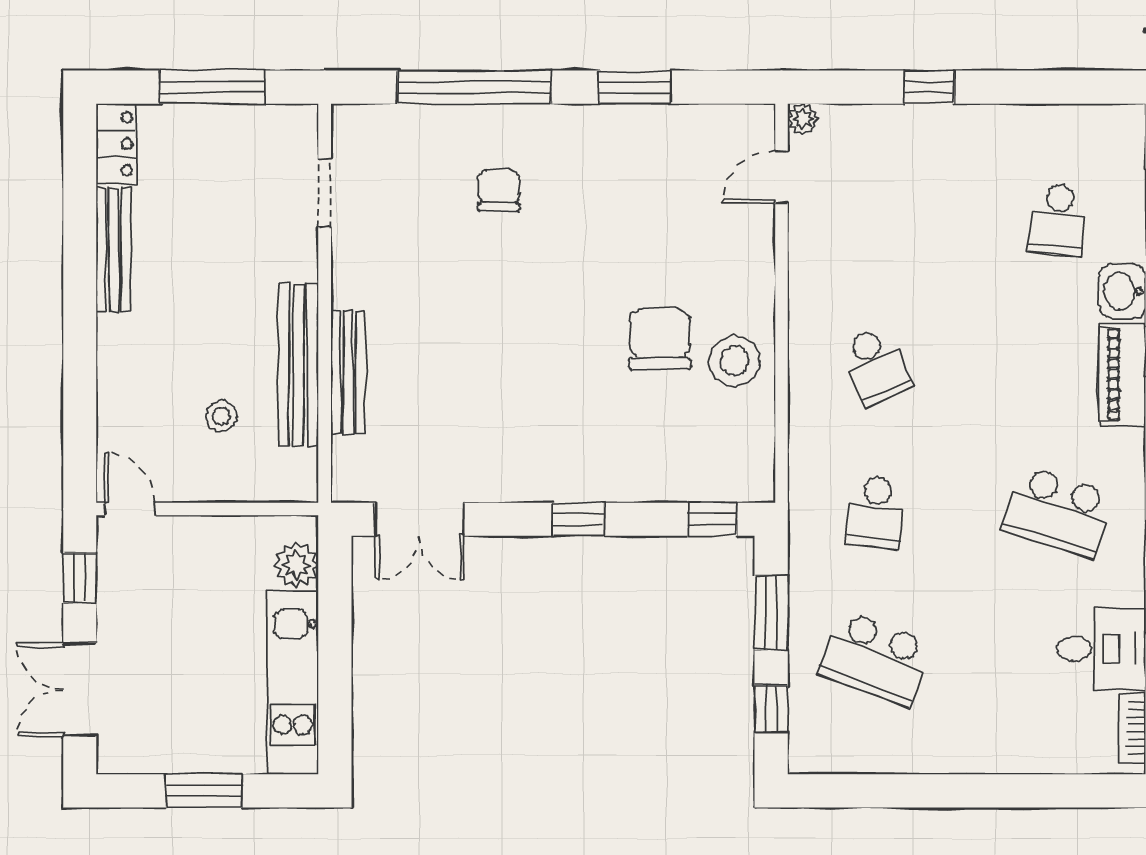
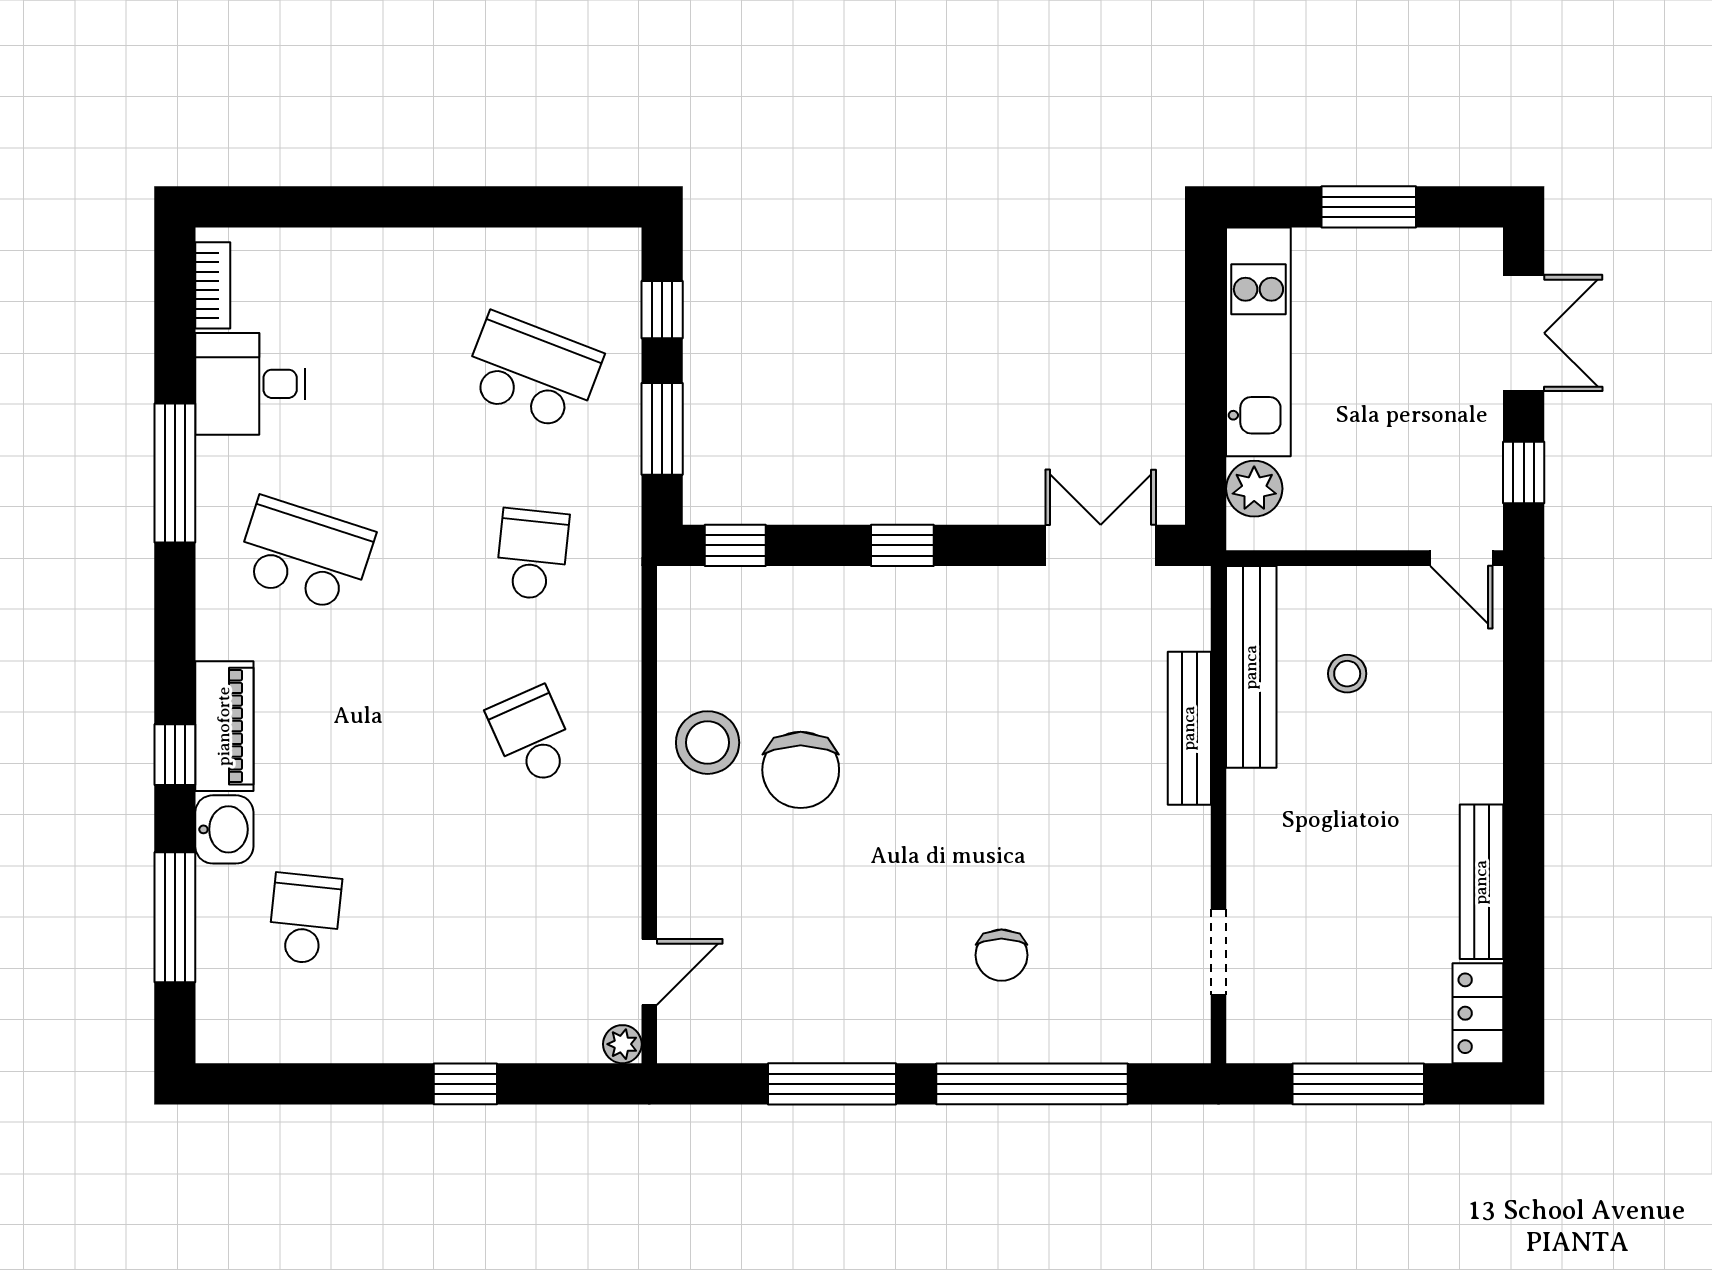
window: (635, 87) -> (832, 1084), width x1.44
bench: (298, 365) -> (1251, 667), moved

